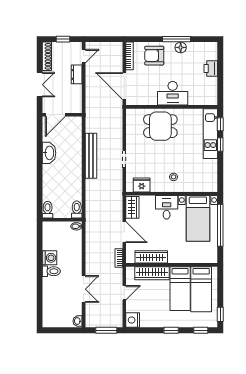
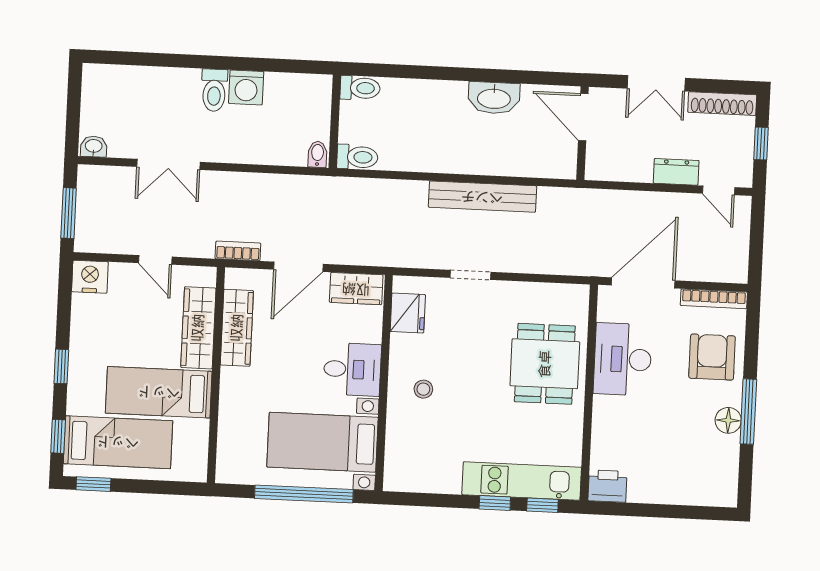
printer: (211, 68) -> (607, 486), moved
desk: (173, 93) -> (623, 359), moved
bed: (201, 289) -> (118, 442), moved, turned 180

